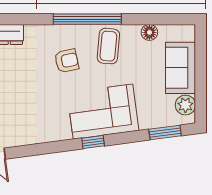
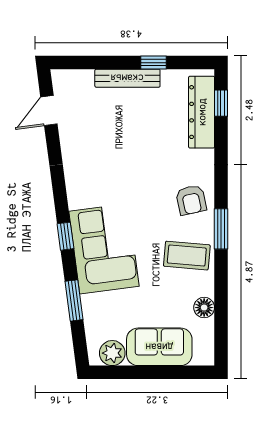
window: (87, 19) -> (221, 229), width x0.47
armchair: (67, 61) -> (191, 200), moved
window: (165, 133) -> (74, 300), moved

